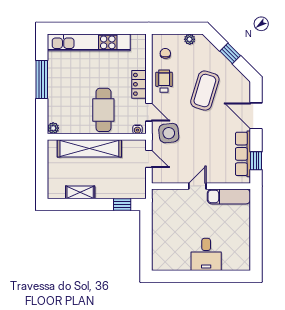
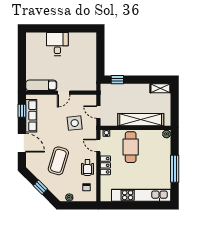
side table: (169, 133) -> (75, 123), moved
shelving: (80, 192) -> (160, 88), moved

